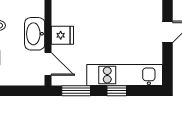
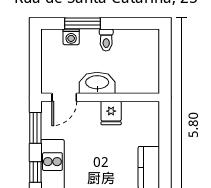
fridge: (62, 35) -> (111, 113), moved

